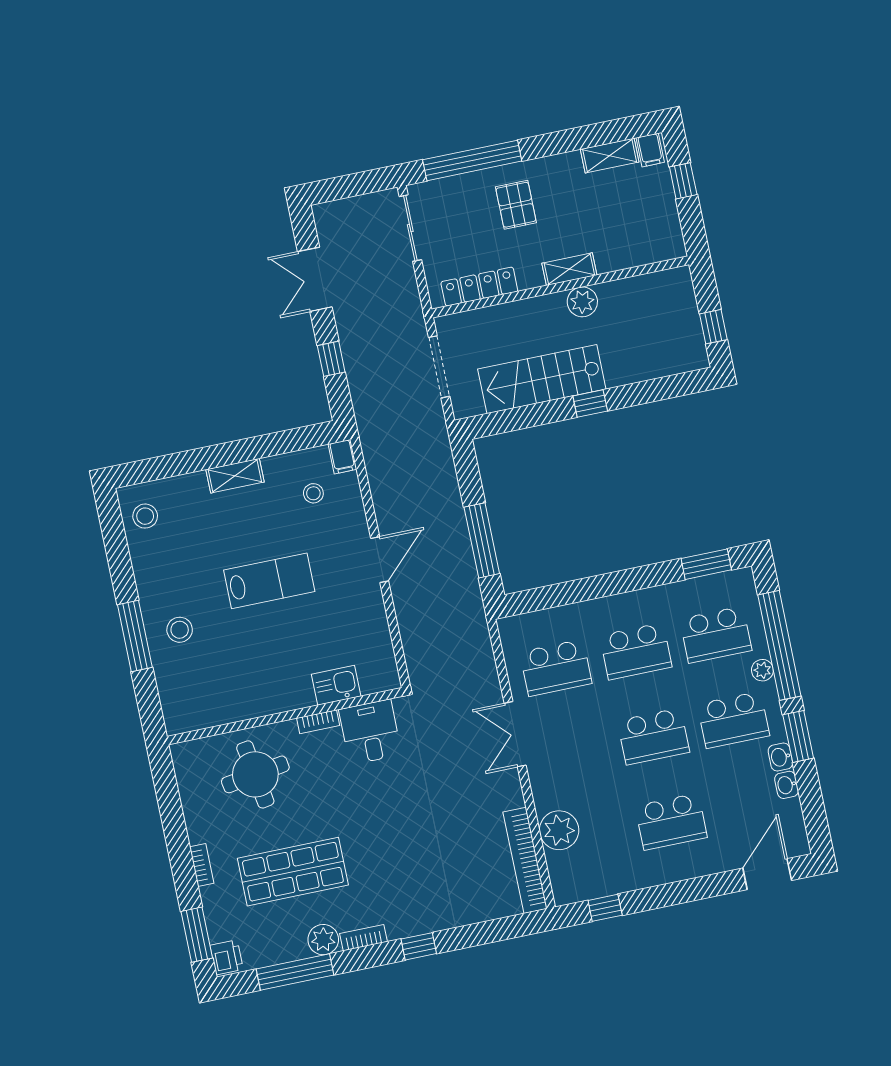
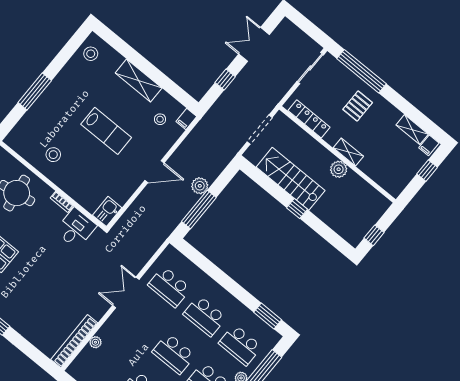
shelving: (235, 476) -> (139, 80), width x1.50, depth x1.33
plant: (450, 513) -> (200, 186), added
stool: (180, 630) -> (53, 155), moved
kitchen sink: (336, 685) -> (107, 211), moved, turned -90
plant: (559, 830) -> (95, 342), width x0.53, depth x0.53

